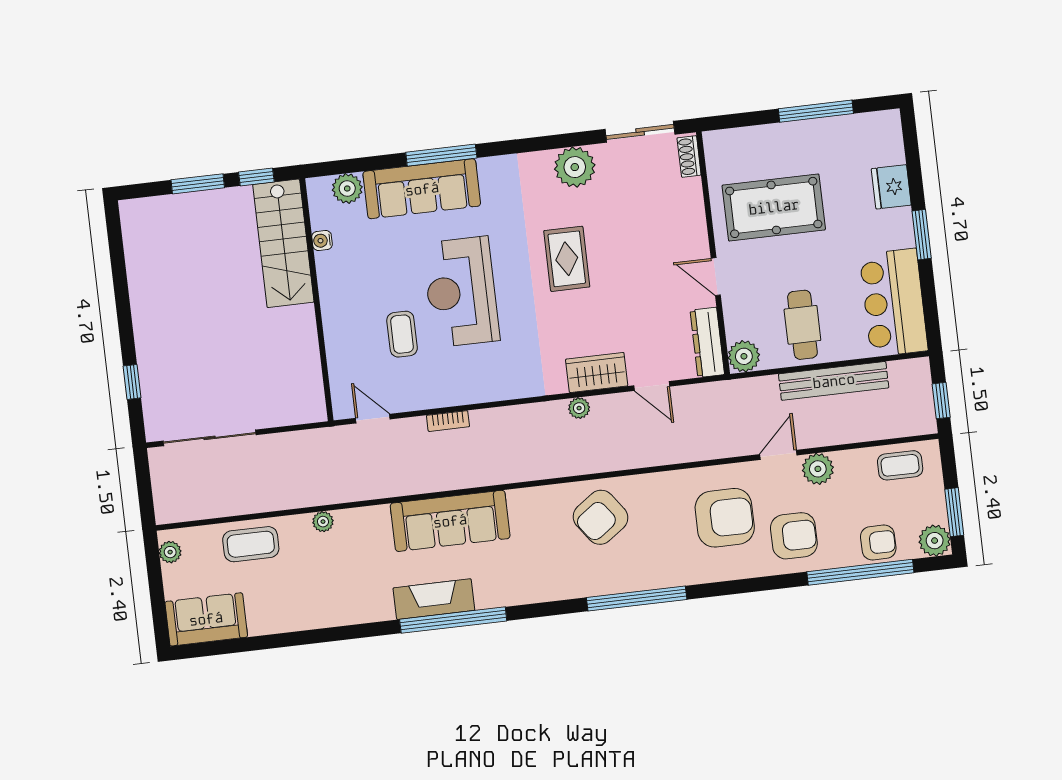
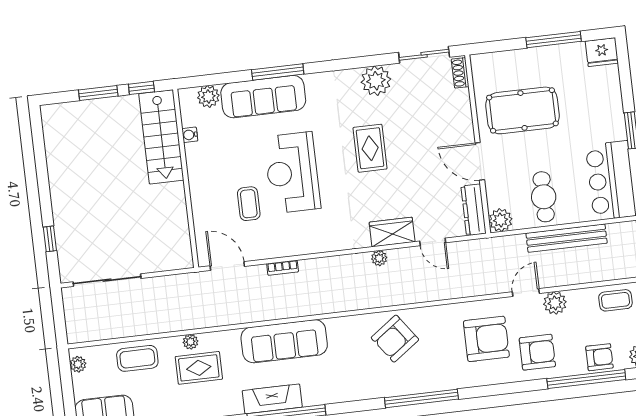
fridge: (891, 187) -> (602, 52), moved, turned -90
door: (716, 277) -> (480, 161), width x1.37
door: (373, 419) -> (227, 266), width x1.38
rug: (334, 557) -> (199, 368), added

